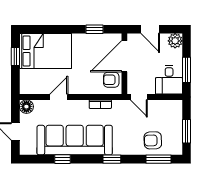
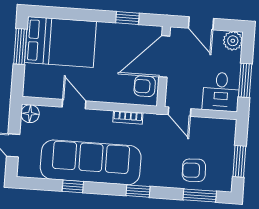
window: (15, 57) -> (20, 46), width x1.50
door: (59, 97) -> (74, 104), hinge flipped

